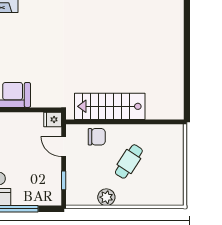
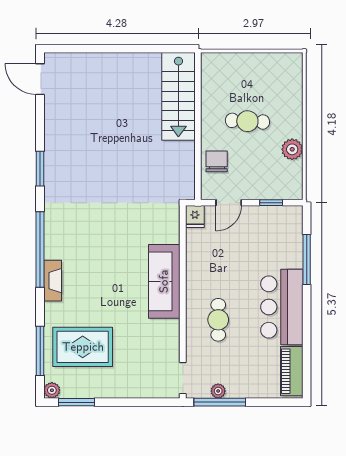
stairs: (110, 106) -> (178, 96), moved
cafe table: (129, 161) -> (247, 121), turned -30

